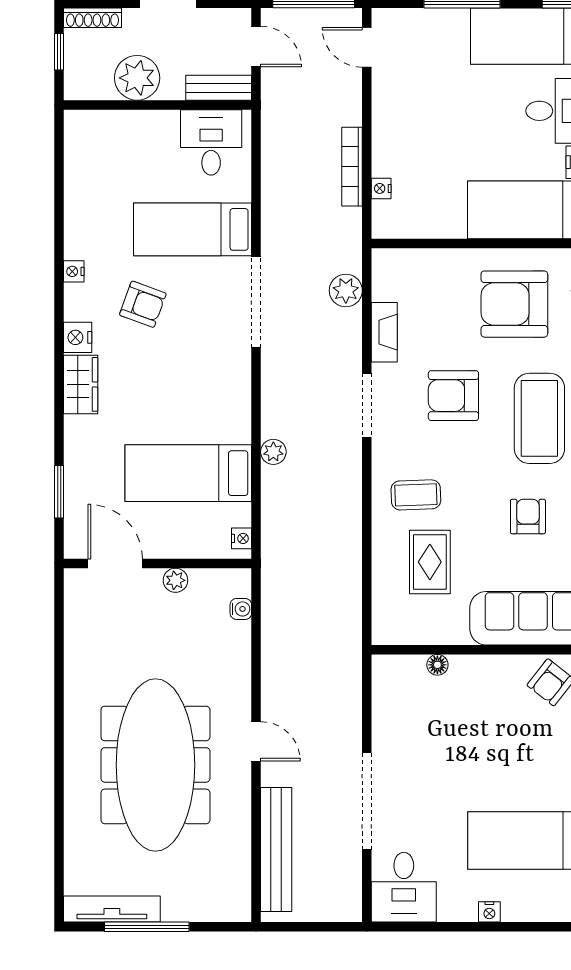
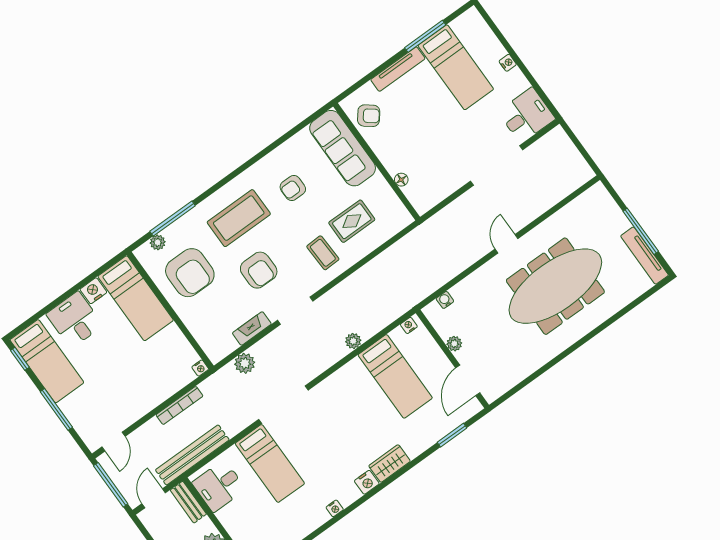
nightstand: (381, 188) -> (200, 368), moved
armchair: (143, 304) -> (326, 461), removed
bench: (276, 850) -> (192, 455), moved

